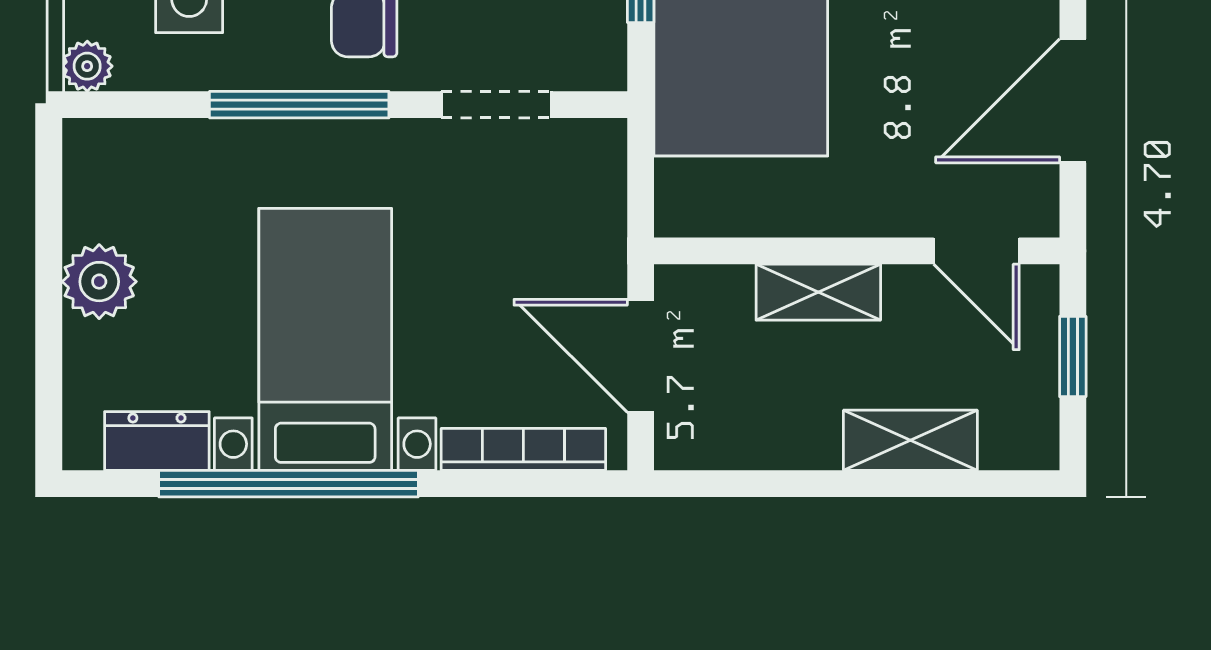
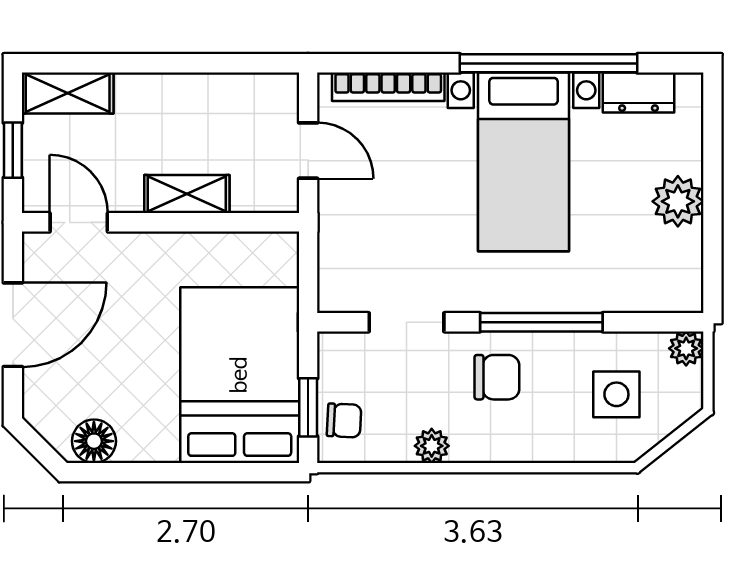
door: (641, 356) -> (308, 151), width x0.73
shelving: (910, 440) -> (68, 93), moved

